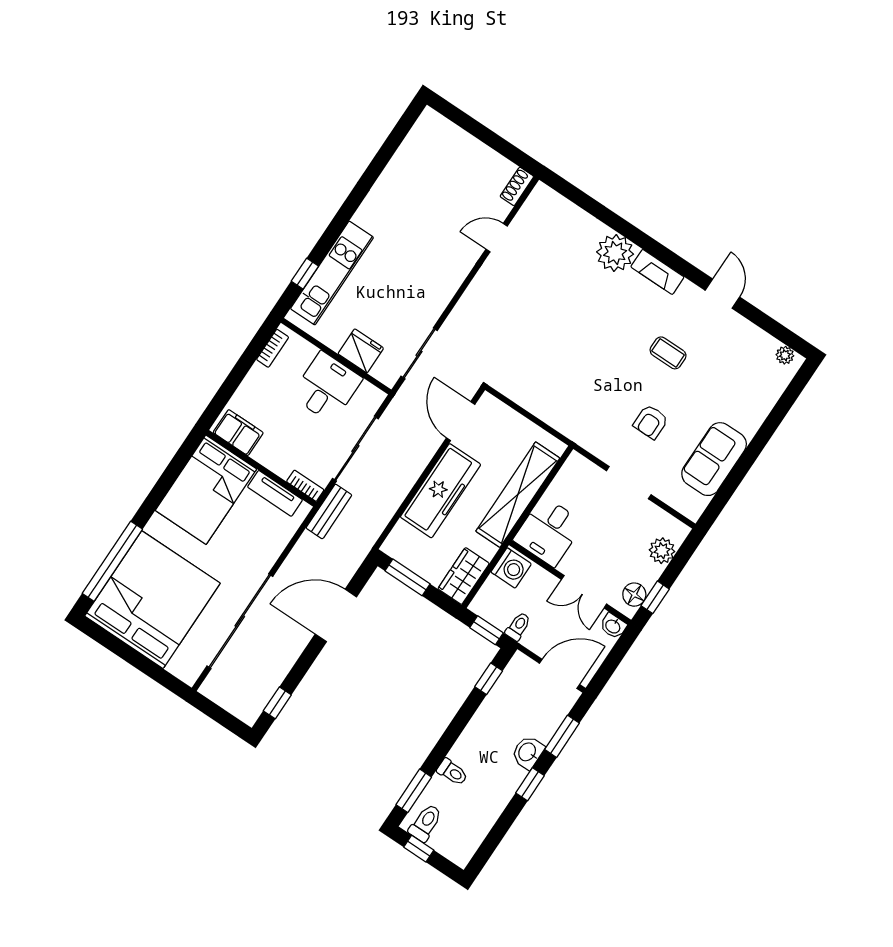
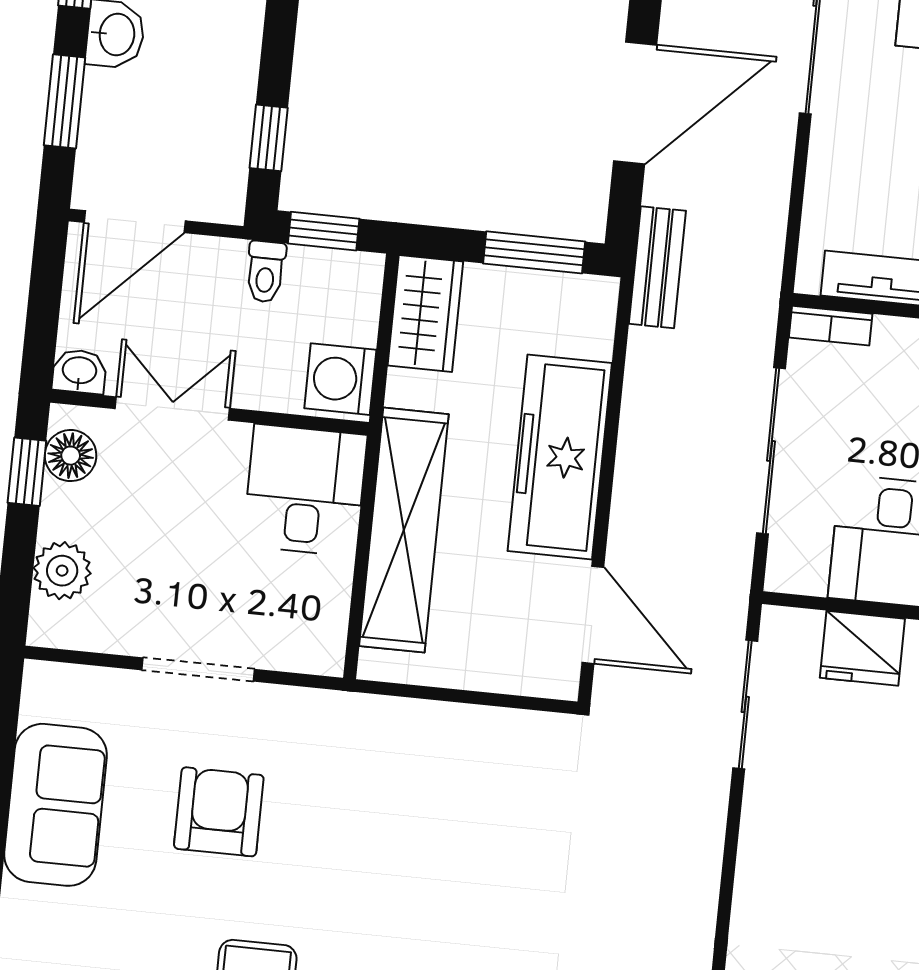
armchair: (651, 422) -> (219, 812), width x1.38, depth x1.38
bench: (329, 511) -> (657, 267), moved

